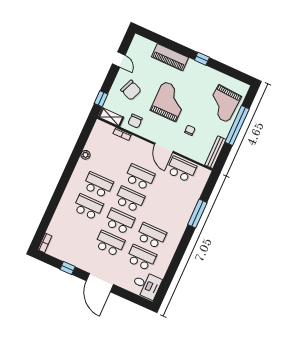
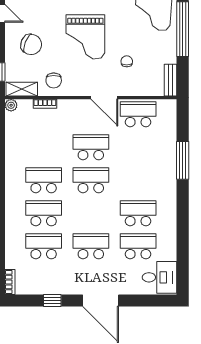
grand piano: (169, 101) -> (85, 37), turned 180
bench: (215, 152) -> (171, 80), width x0.73
plant: (85, 155) -> (11, 105), moved
school desk: (120, 221) -> (44, 246), moved

